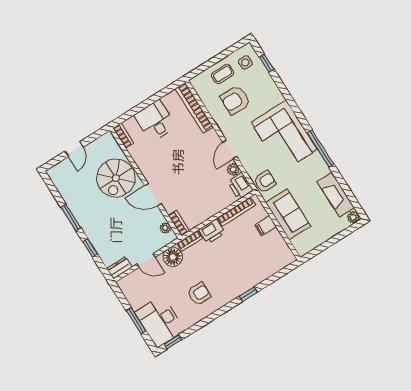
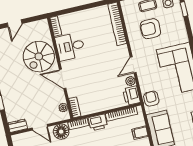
desk: (155, 121) -> (70, 46), moved, turned -90
armchair: (265, 182) -> (151, 99), turned -90

